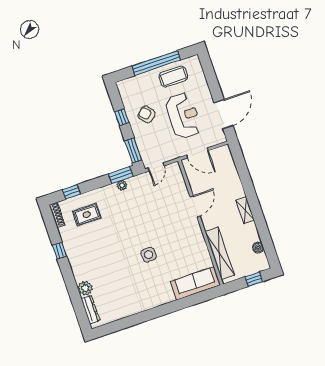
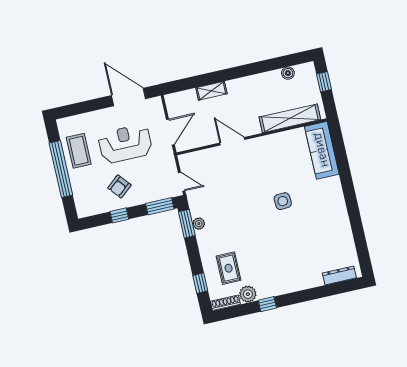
shelving: (245, 210) -> (211, 91), moved
plant: (85, 288) -> (248, 294), moved

